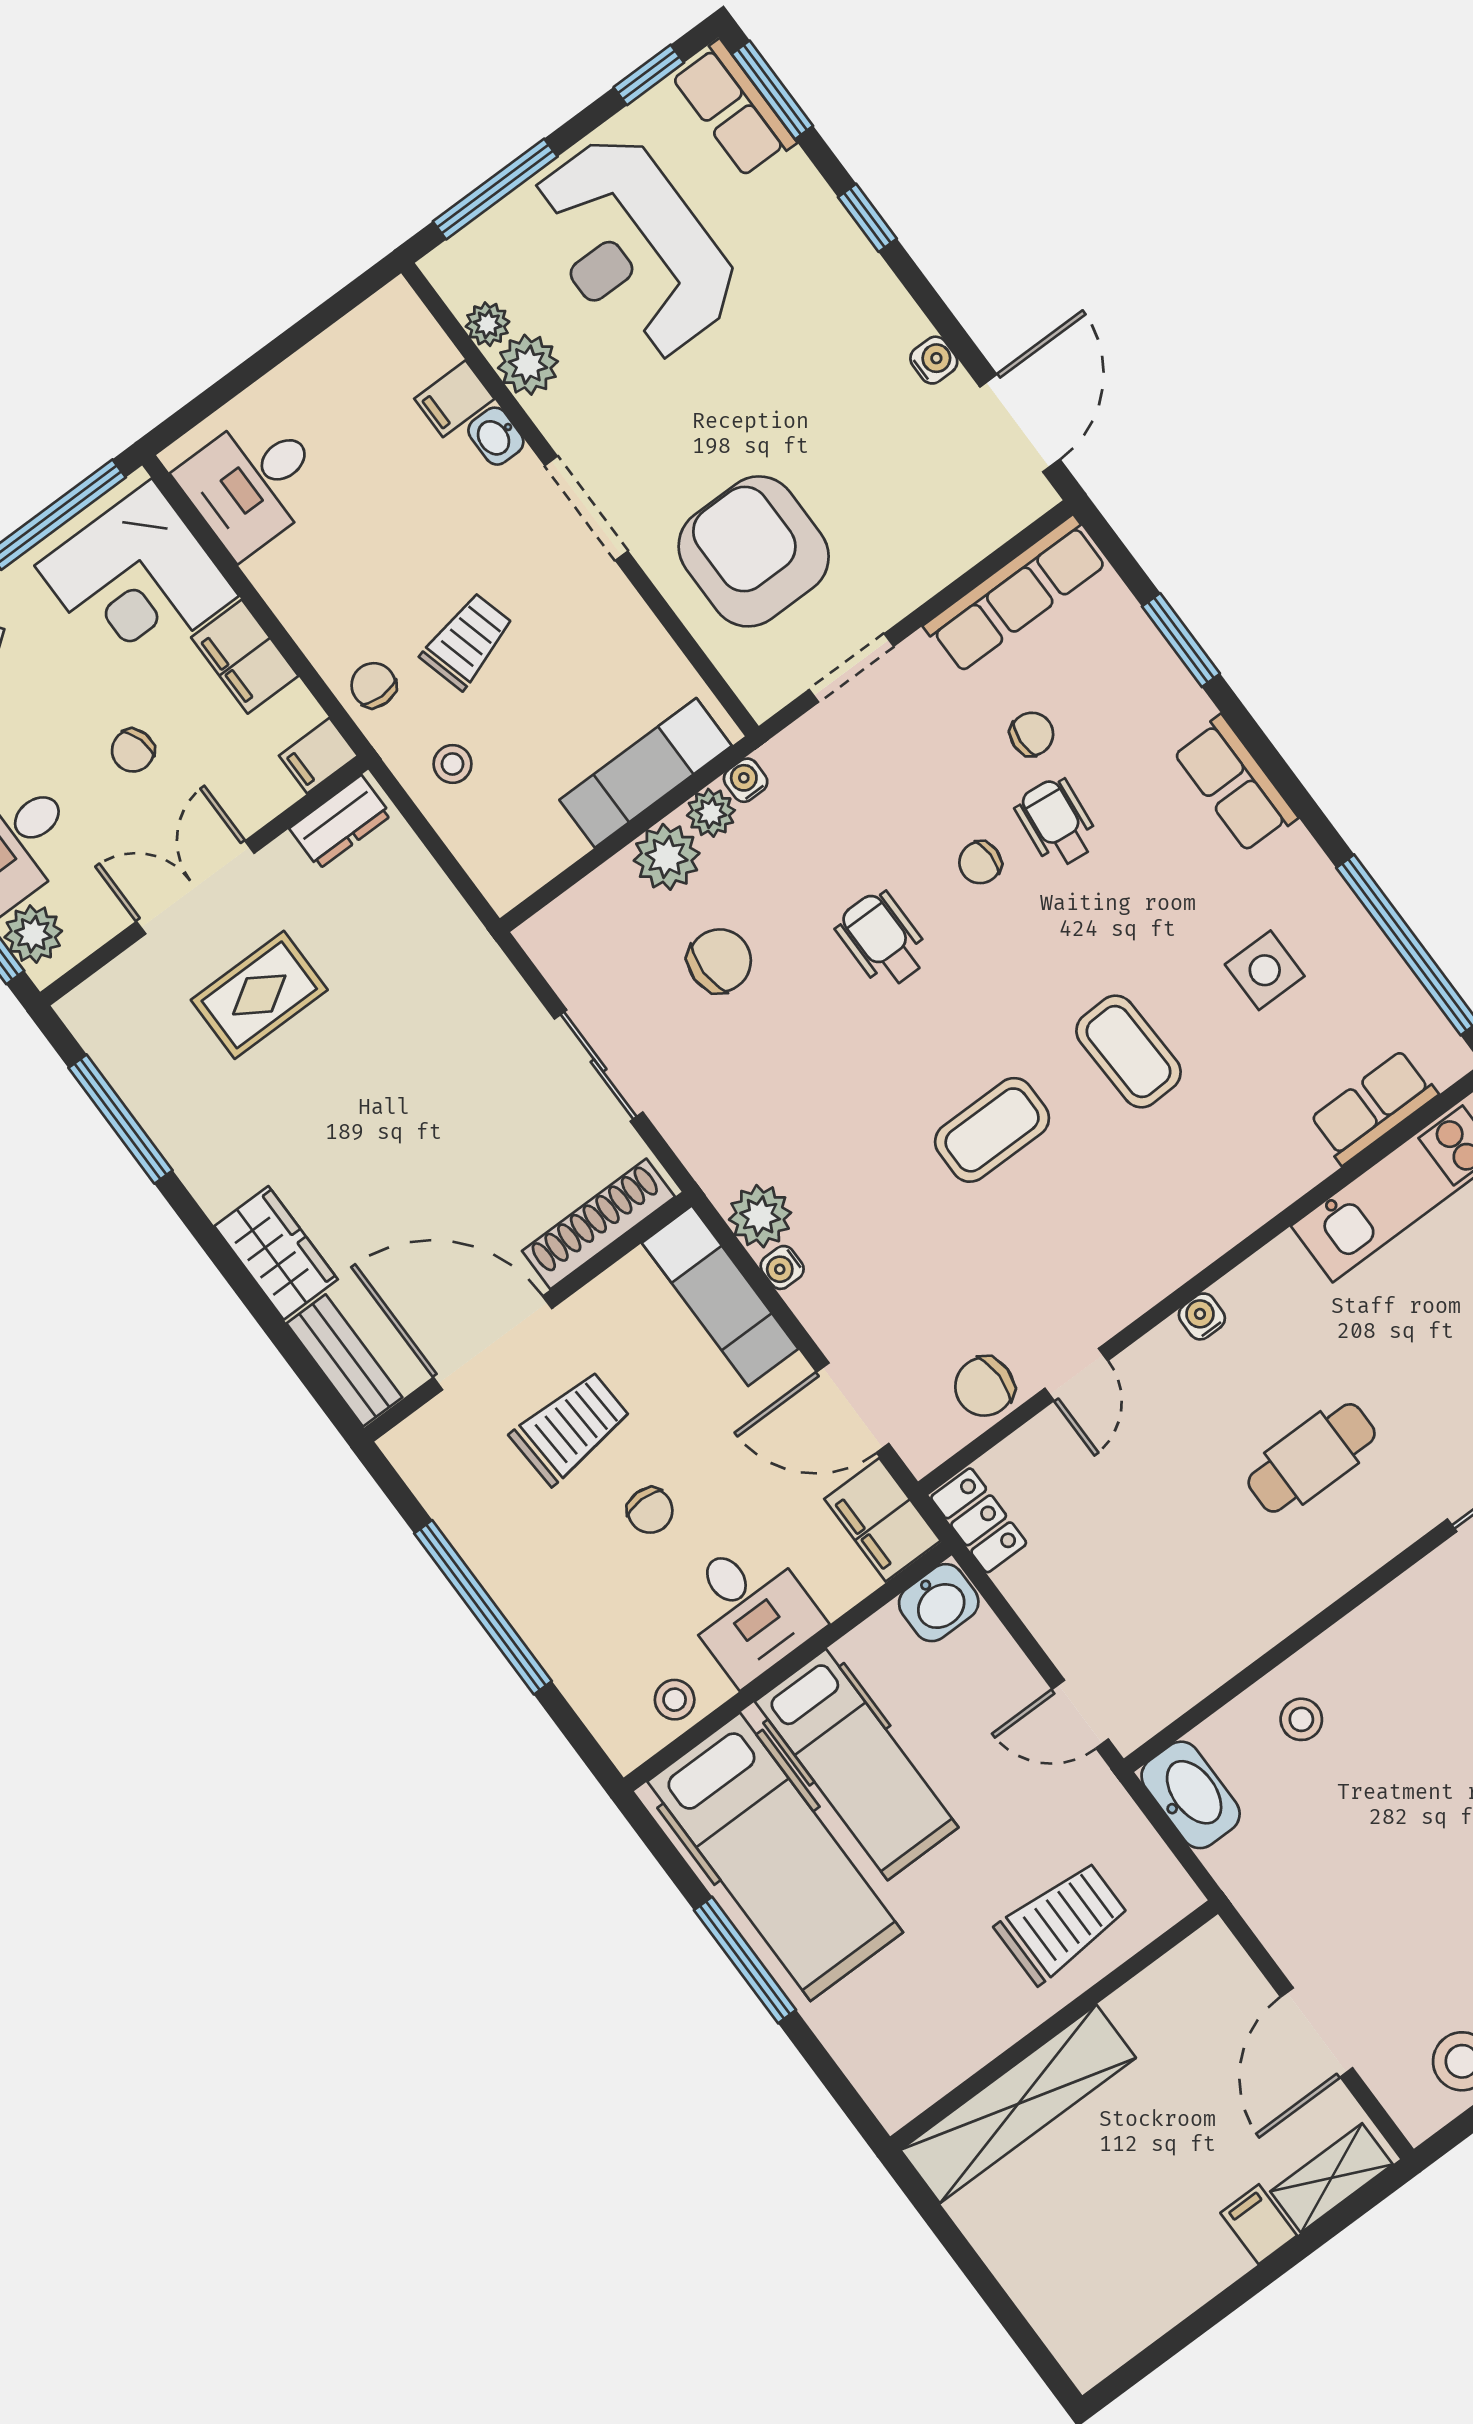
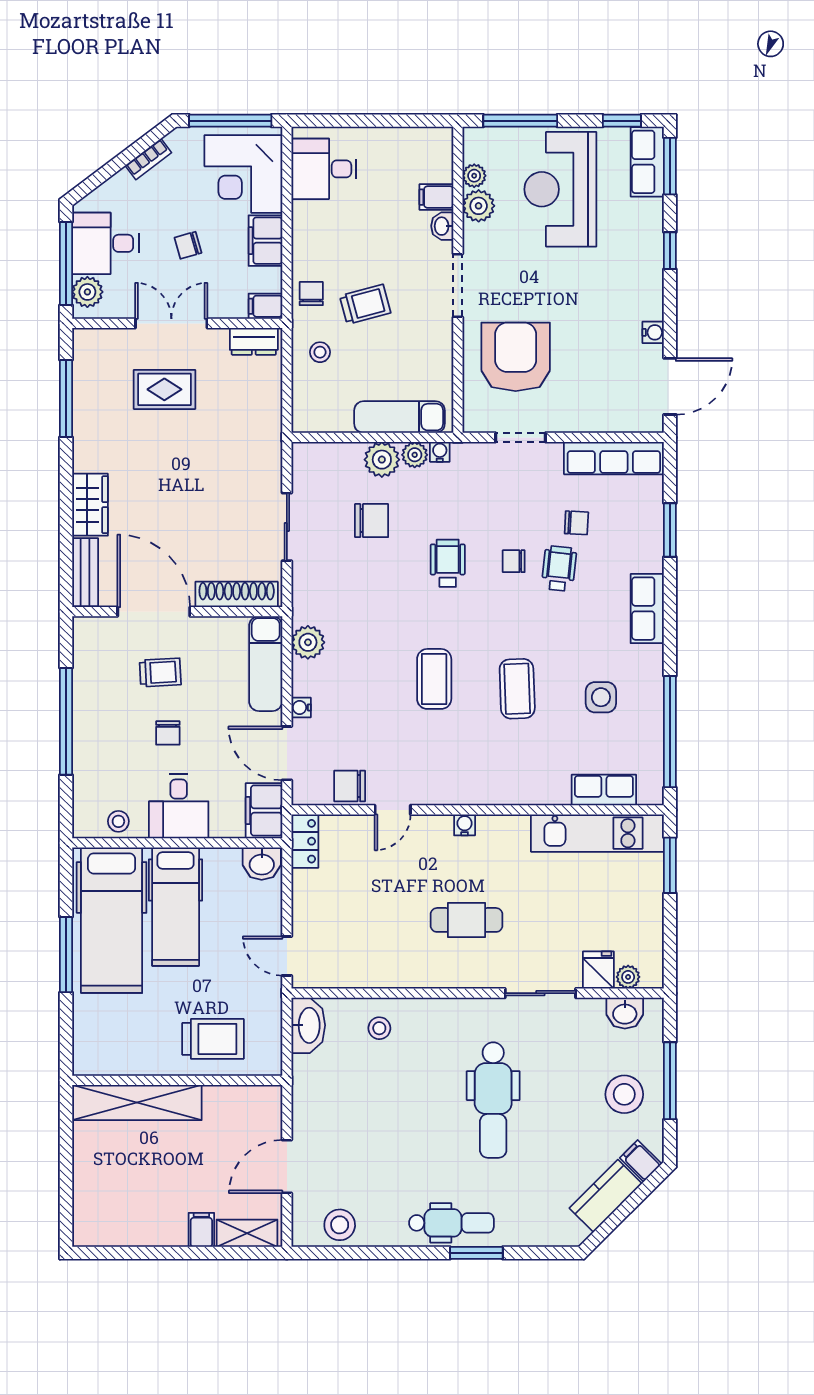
coffee table: (992, 1130) -> (434, 679), turned 90
water cooler: (782, 1267) -> (301, 707), moved
trolley: (571, 1428) -> (160, 672), width x0.73, depth x0.72

